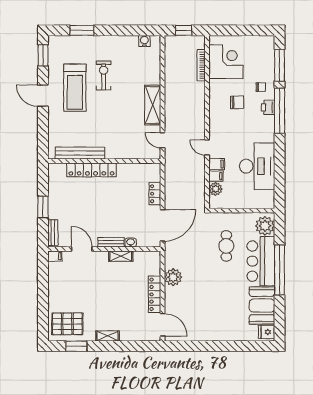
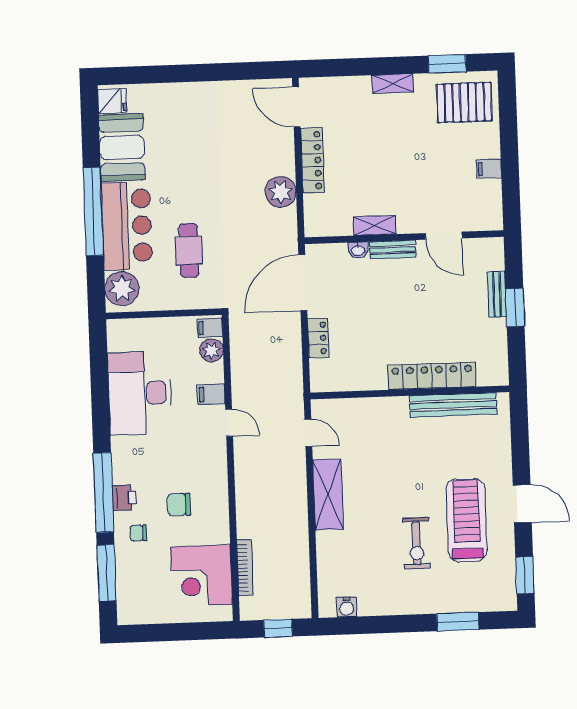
filing cabinet: (216, 176) -> (210, 328), moved
bench: (53, 232) -> (497, 294), moved
filing cabinet: (55, 256) -> (489, 169), moved

